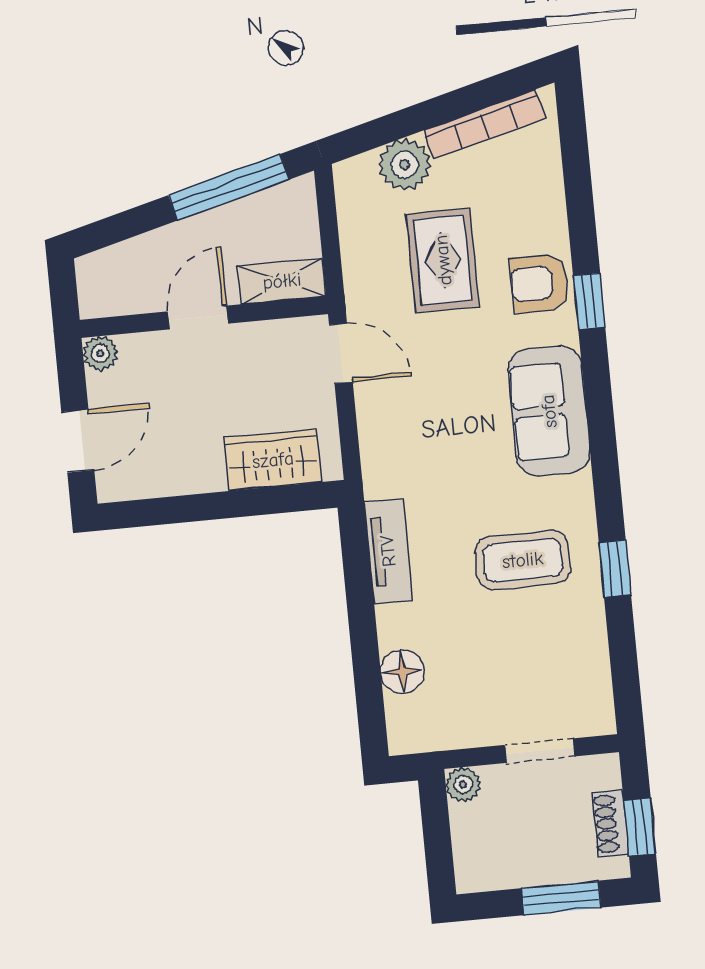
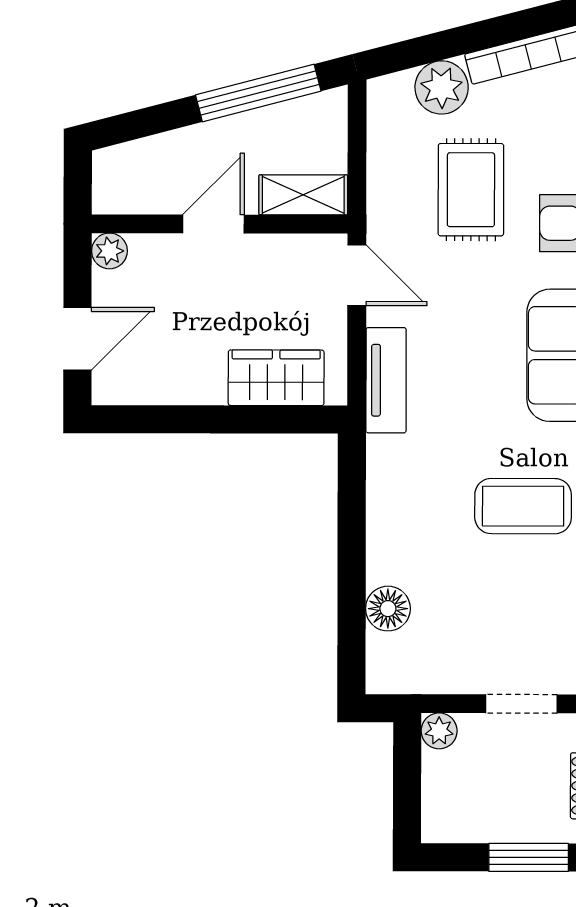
tv unit: (388, 551) -> (386, 380), moved

